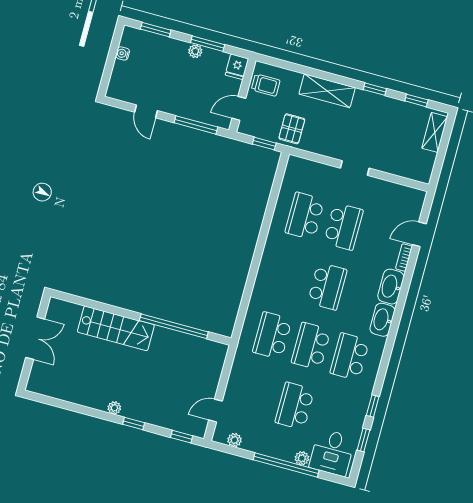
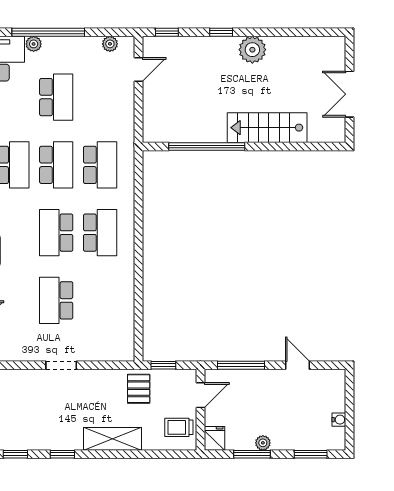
school desk: (305, 216) -> (100, 233), moved
plant: (114, 408) -> (252, 50), width x1.88, depth x1.88

